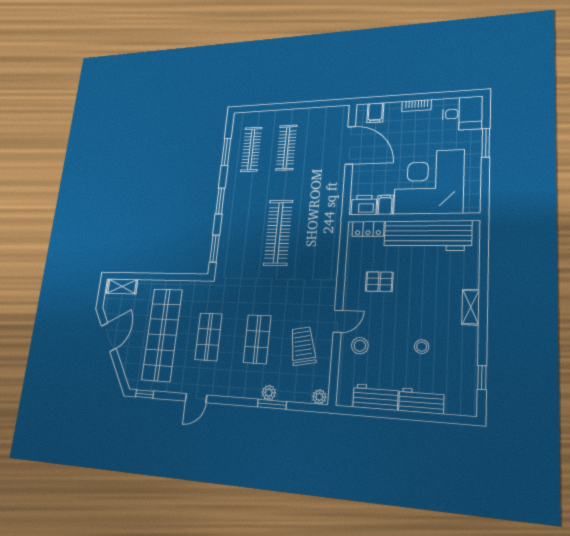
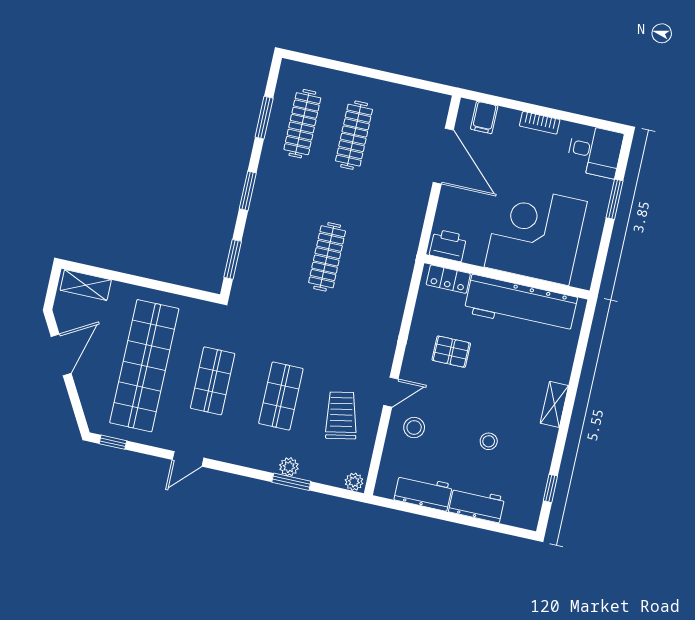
filing cabinet: (385, 205) -> (475, 252), removed
clothes rail: (278, 233) -> (327, 257), width x0.73, depth x0.76

